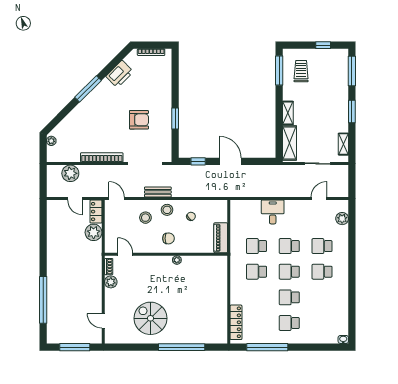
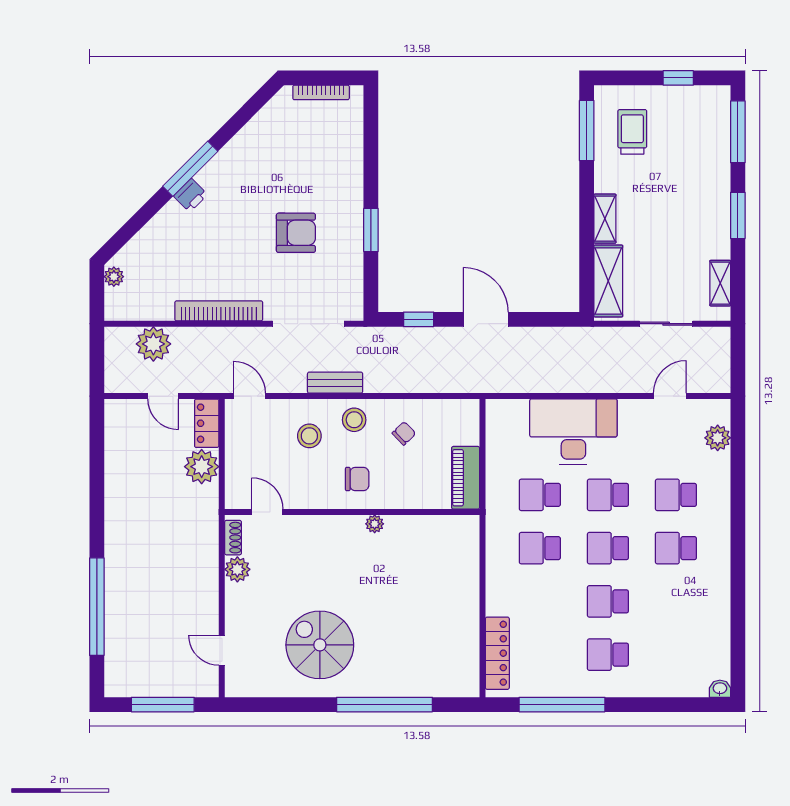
printer: (120, 74) -> (191, 195), moved, width x0.53, depth x0.68
desk: (273, 212) -> (573, 432), width x1.87, depth x1.30

